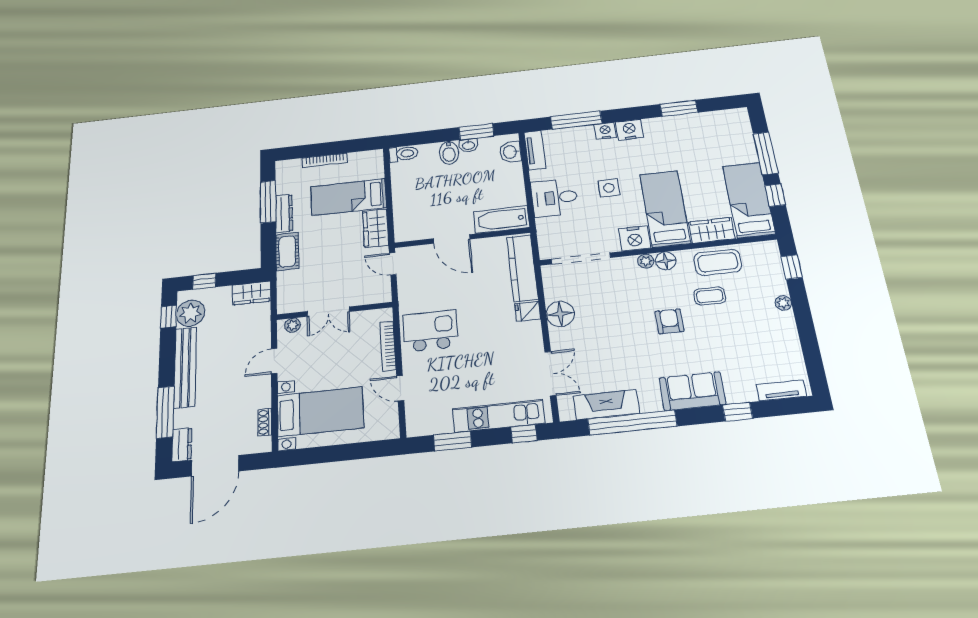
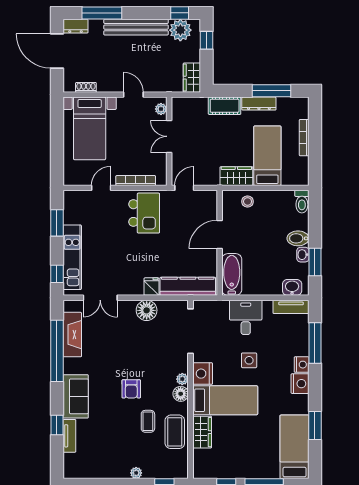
bed: (749, 200) -> (295, 447), moved, turned -90
stool: (407, 212) -> (248, 202), added
door: (393, 264) -> (184, 188), moved
armchair: (669, 321) -> (131, 389), turned 90
tv unit: (781, 390) -> (69, 436), moved

